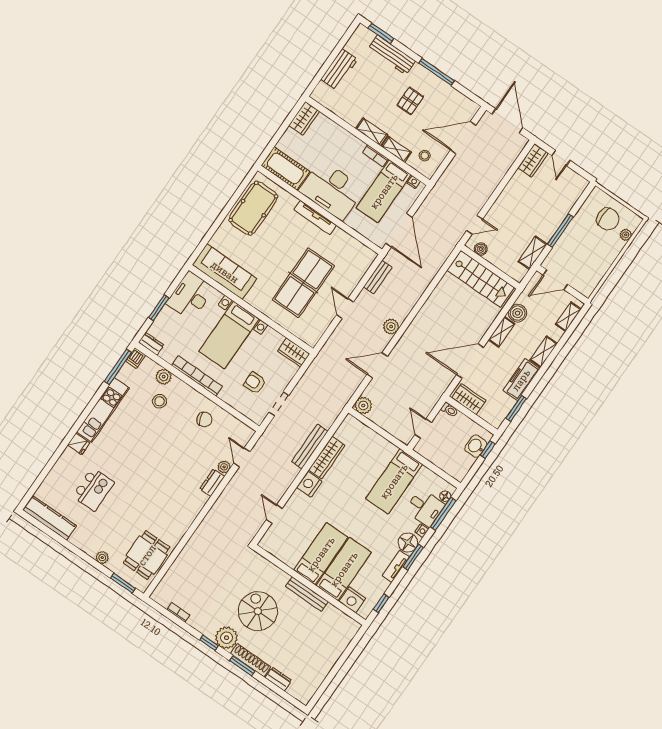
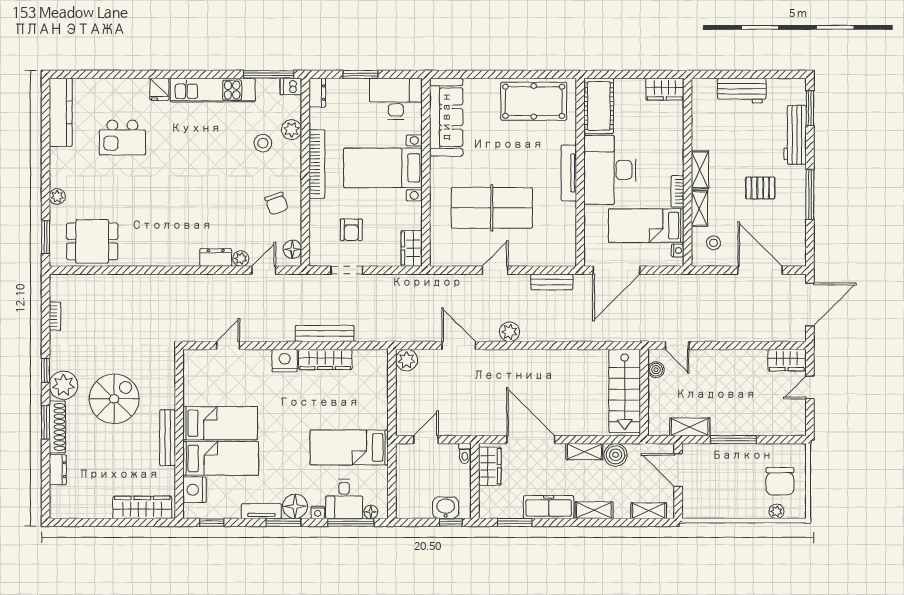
armchair: (255, 383) -> (351, 230), turned 180
floor lamp: (241, 430) -> (292, 249), added
wardrobe: (340, 641) -> (142, 507), added

